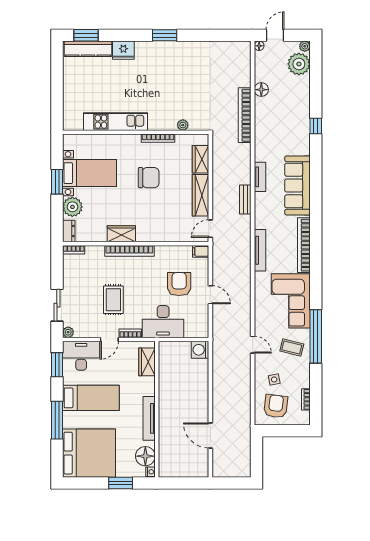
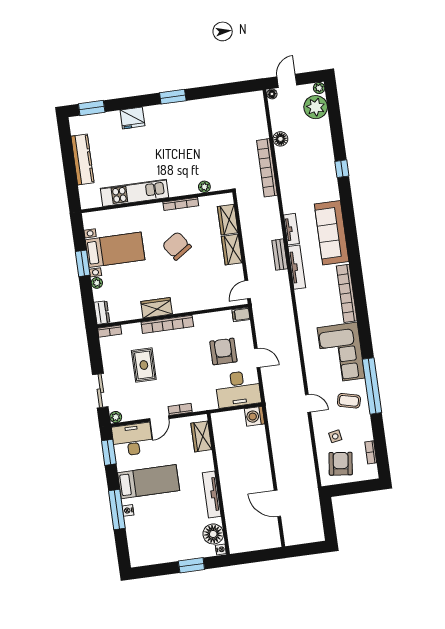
kitchen counter: (88, 49) -> (82, 159), moved, turned -90
chair: (149, 178) -> (177, 246), turned -124
wardrobe: (201, 195) -> (232, 250), width x0.67
plant: (72, 207) -> (97, 283), width x0.53, depth x0.53
tv unit: (260, 250) -> (297, 267), moved
rug: (113, 300) -> (144, 365), moved
desk: (163, 322) -> (238, 389), moved
nightstand: (67, 422) -> (128, 510), added
bed: (89, 453) -> (155, 539), removed

